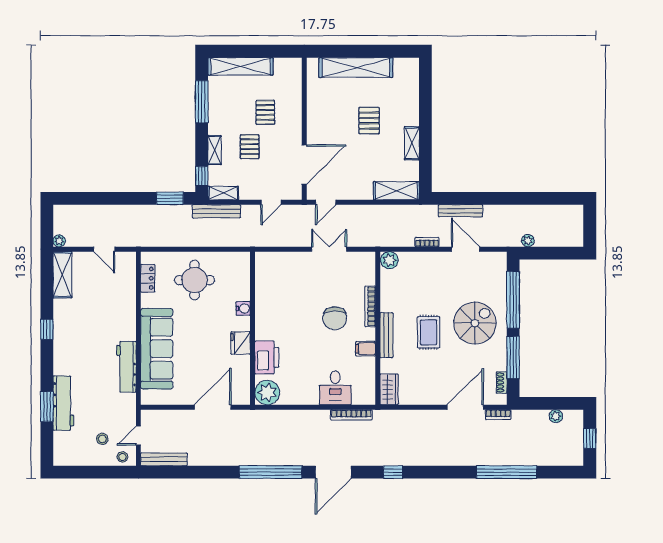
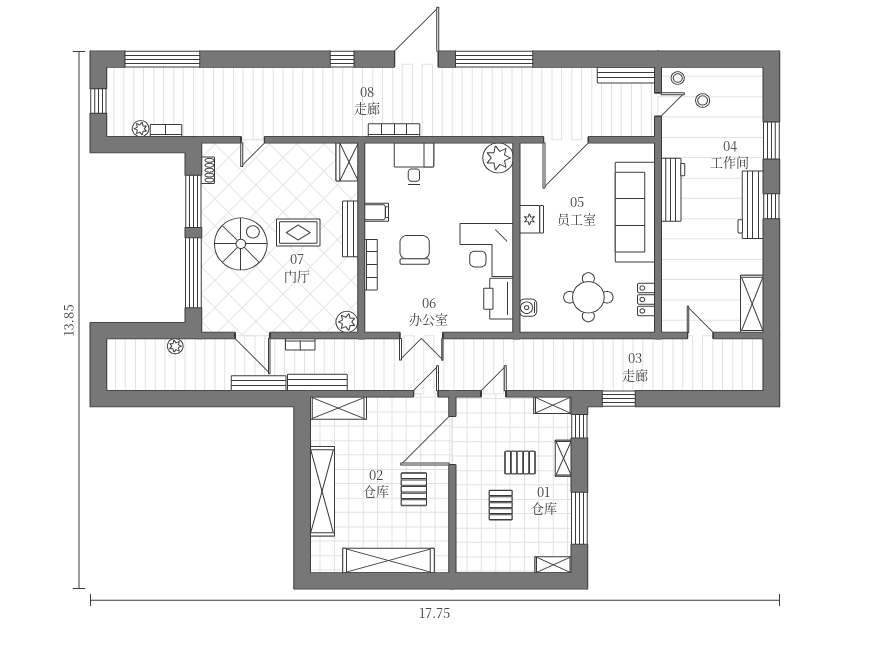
shelving: (240, 66) -> (553, 565), width x0.45, depth x0.75
pallet: (369, 121) -> (414, 489), moved
shelving: (412, 143) -> (322, 491), width x2.20, depth x1.33
pallet: (250, 147) -> (520, 463), turned 90
bench: (216, 211) -> (317, 382), moved
plant: (59, 241) -> (756, 346), removed
water cooler: (243, 308) -> (528, 308), moved
corner desk: (276, 318) -> (487, 250), added
spiral stairs: (475, 323) -> (241, 244), turned 180
window: (47, 329) -> (771, 206), moved
rug: (429, 332) -> (298, 233), turned 90
printer: (267, 358) -> (499, 299), moved
workbench: (63, 403) -> (751, 205), moved
door: (465, 407) -> (253, 140), width x0.53
bookcase: (498, 415) -> (166, 131), moved
window: (507, 472) -> (162, 59), moved

